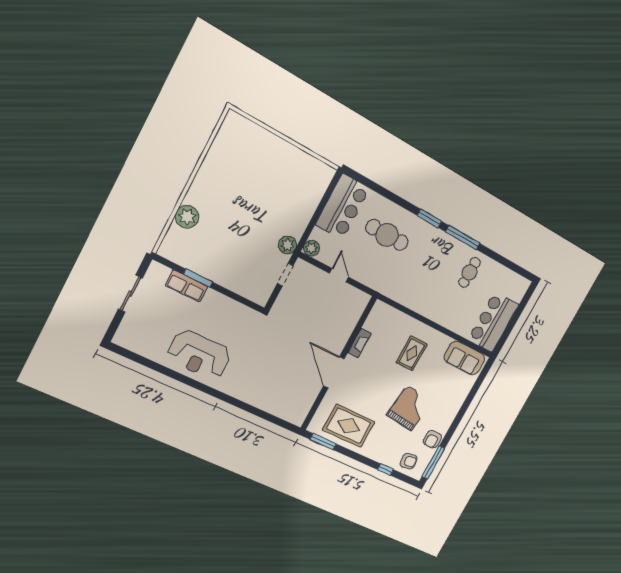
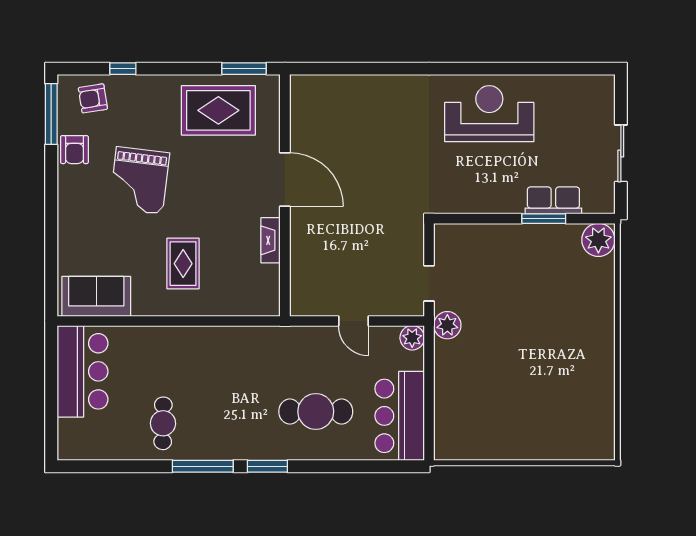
plant: (187, 217) -> (598, 240), moved
armchair: (432, 439) -> (74, 150), turned 180

